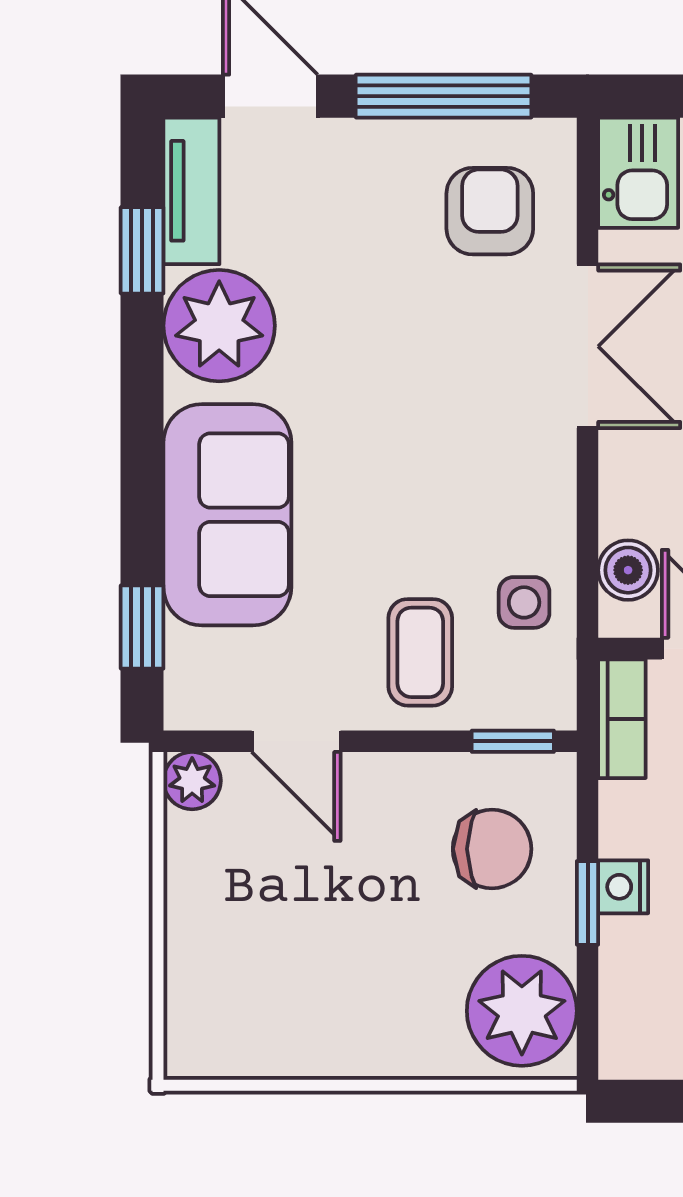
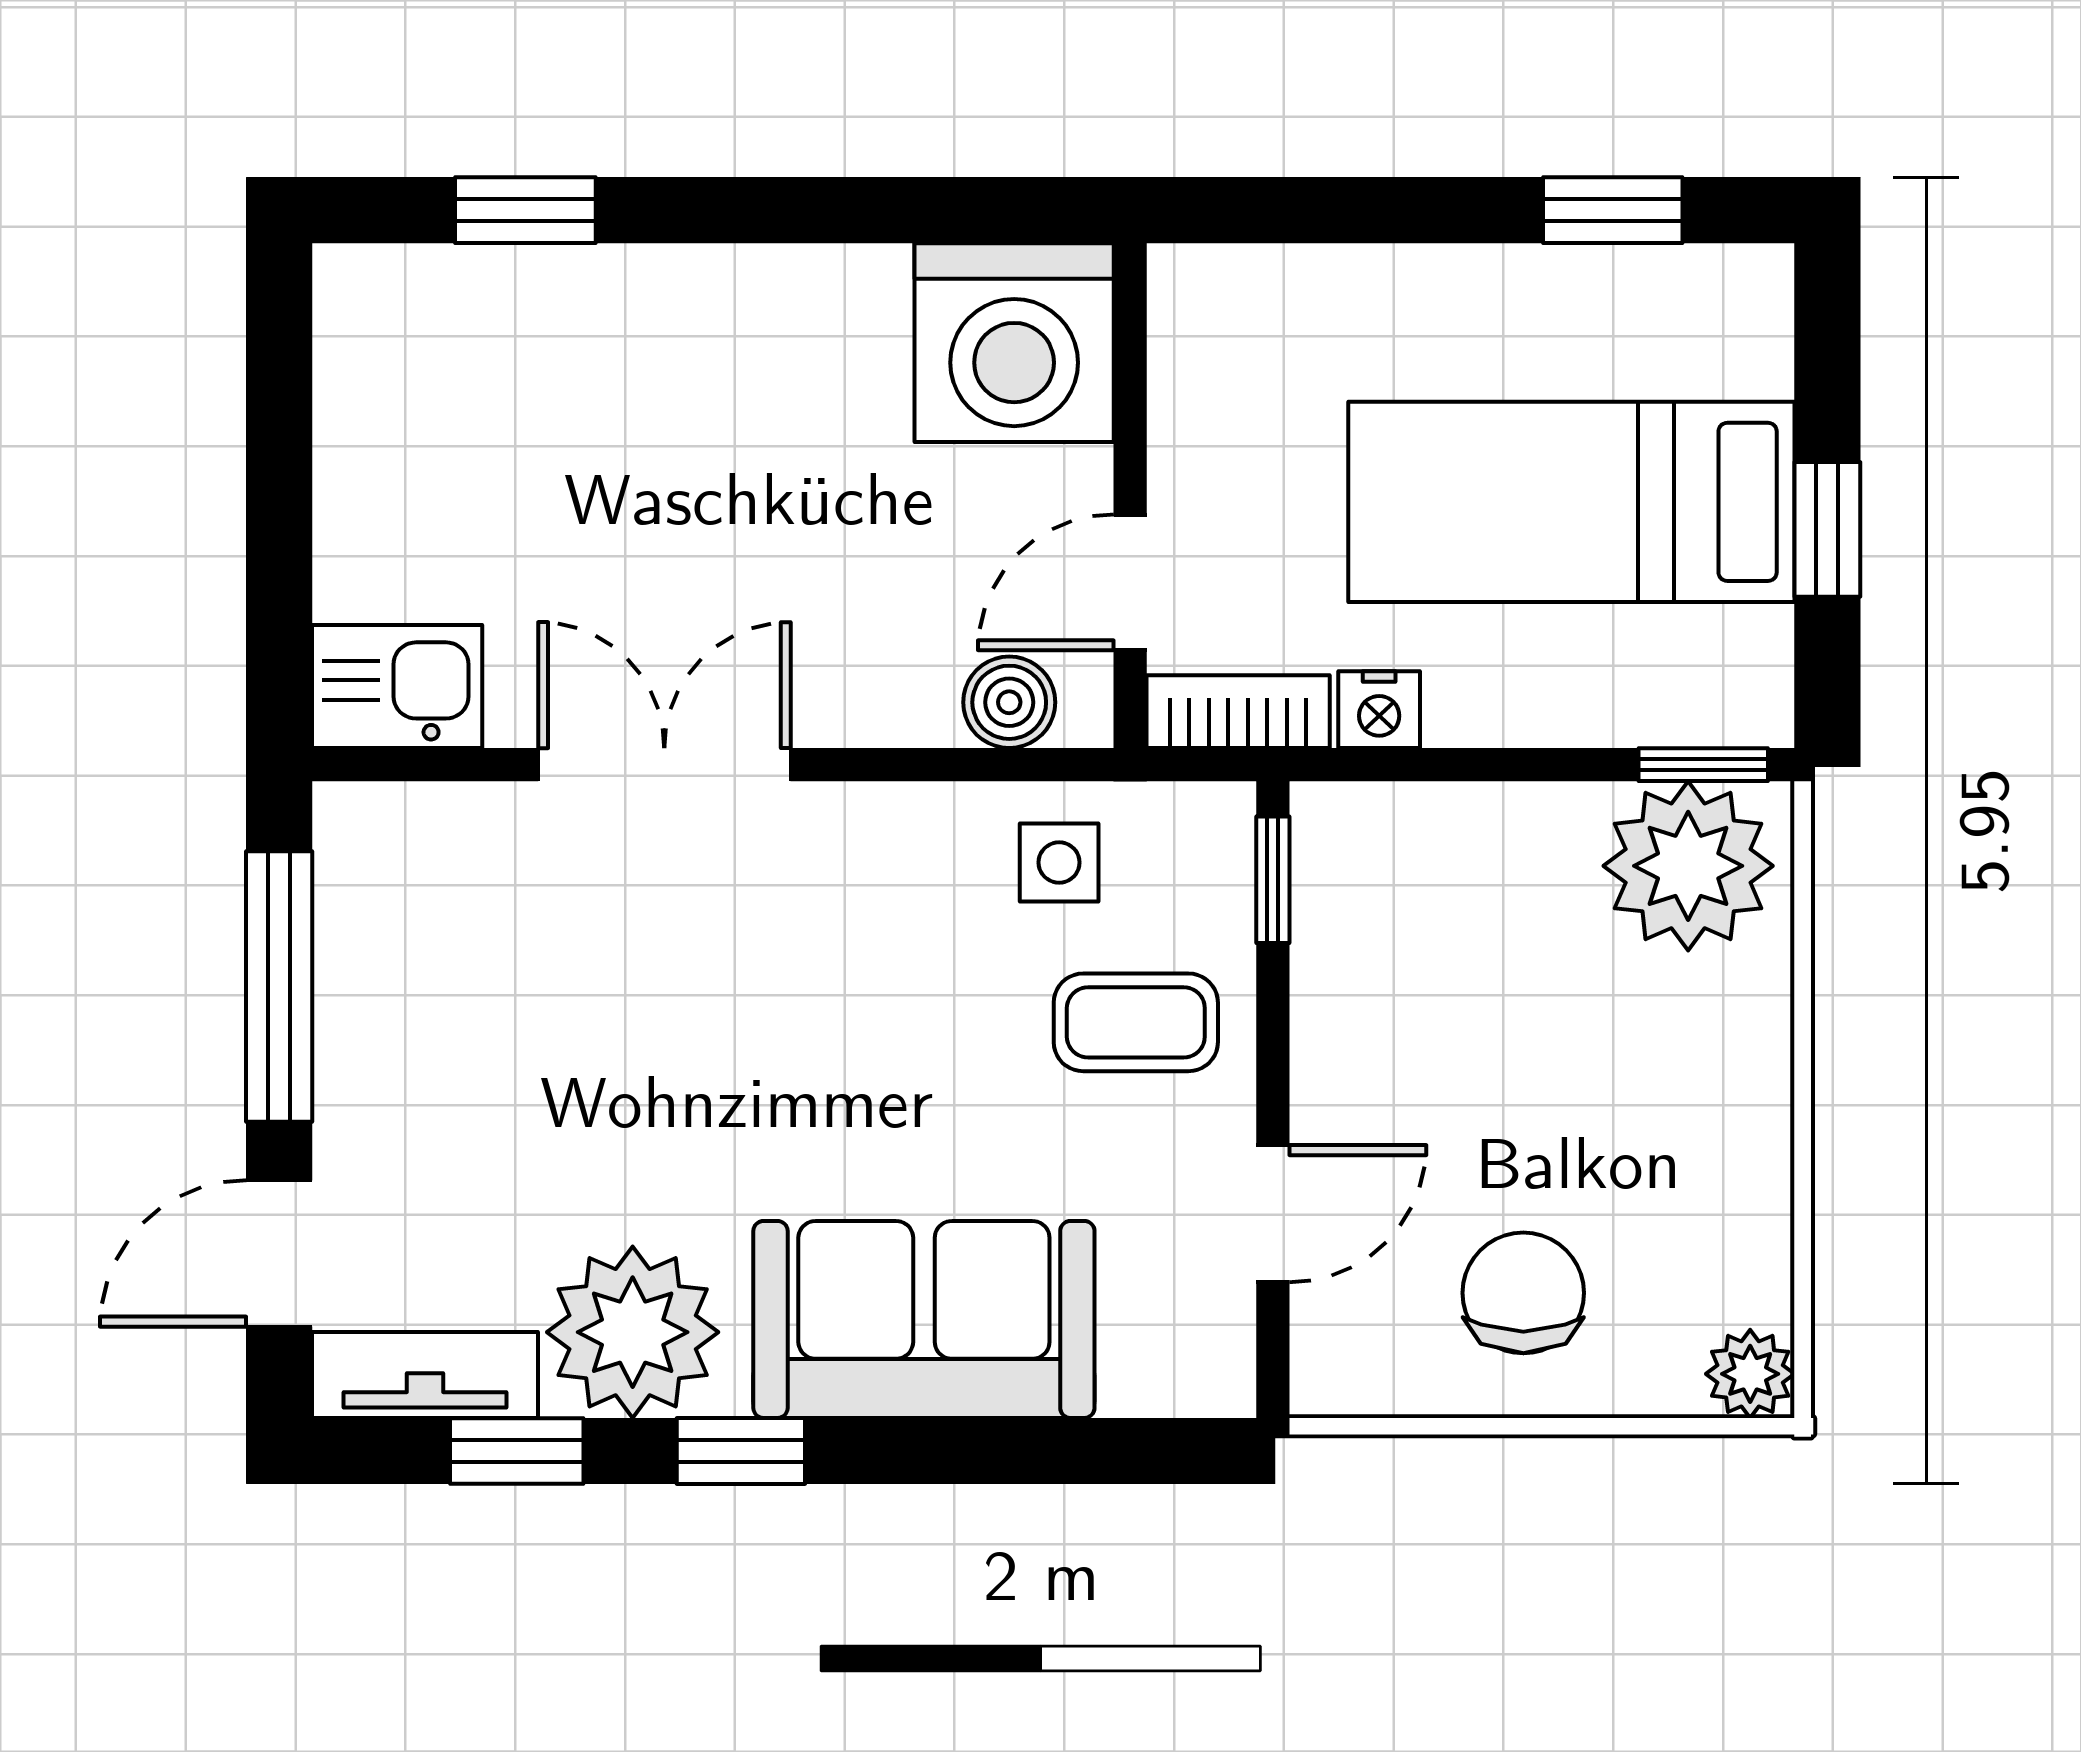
armchair: (490, 211) -> (456, 915), removed
window: (142, 627) -> (741, 1451), moved
plant: (192, 781) -> (1750, 1374), moved
chair: (492, 849) -> (1523, 1293), moved
nightstand: (623, 887) -> (1379, 710), moved
window: (588, 903) -> (1703, 765), moved

